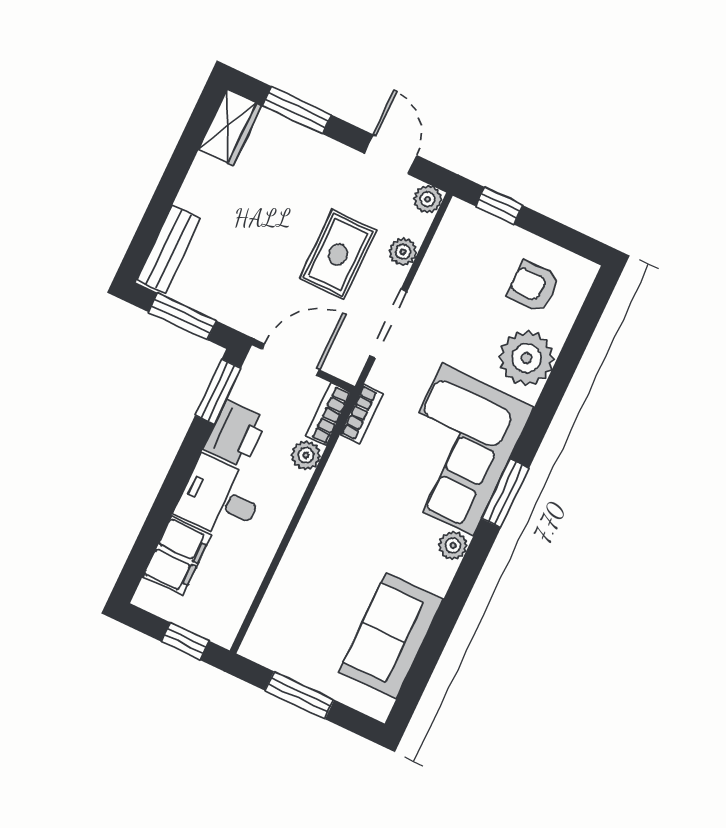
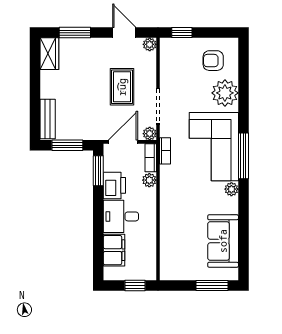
plant: (403, 252) -> (150, 134), moved
window: (505, 493) -> (243, 156), width x1.44
window: (299, 695) -> (212, 285), moved

